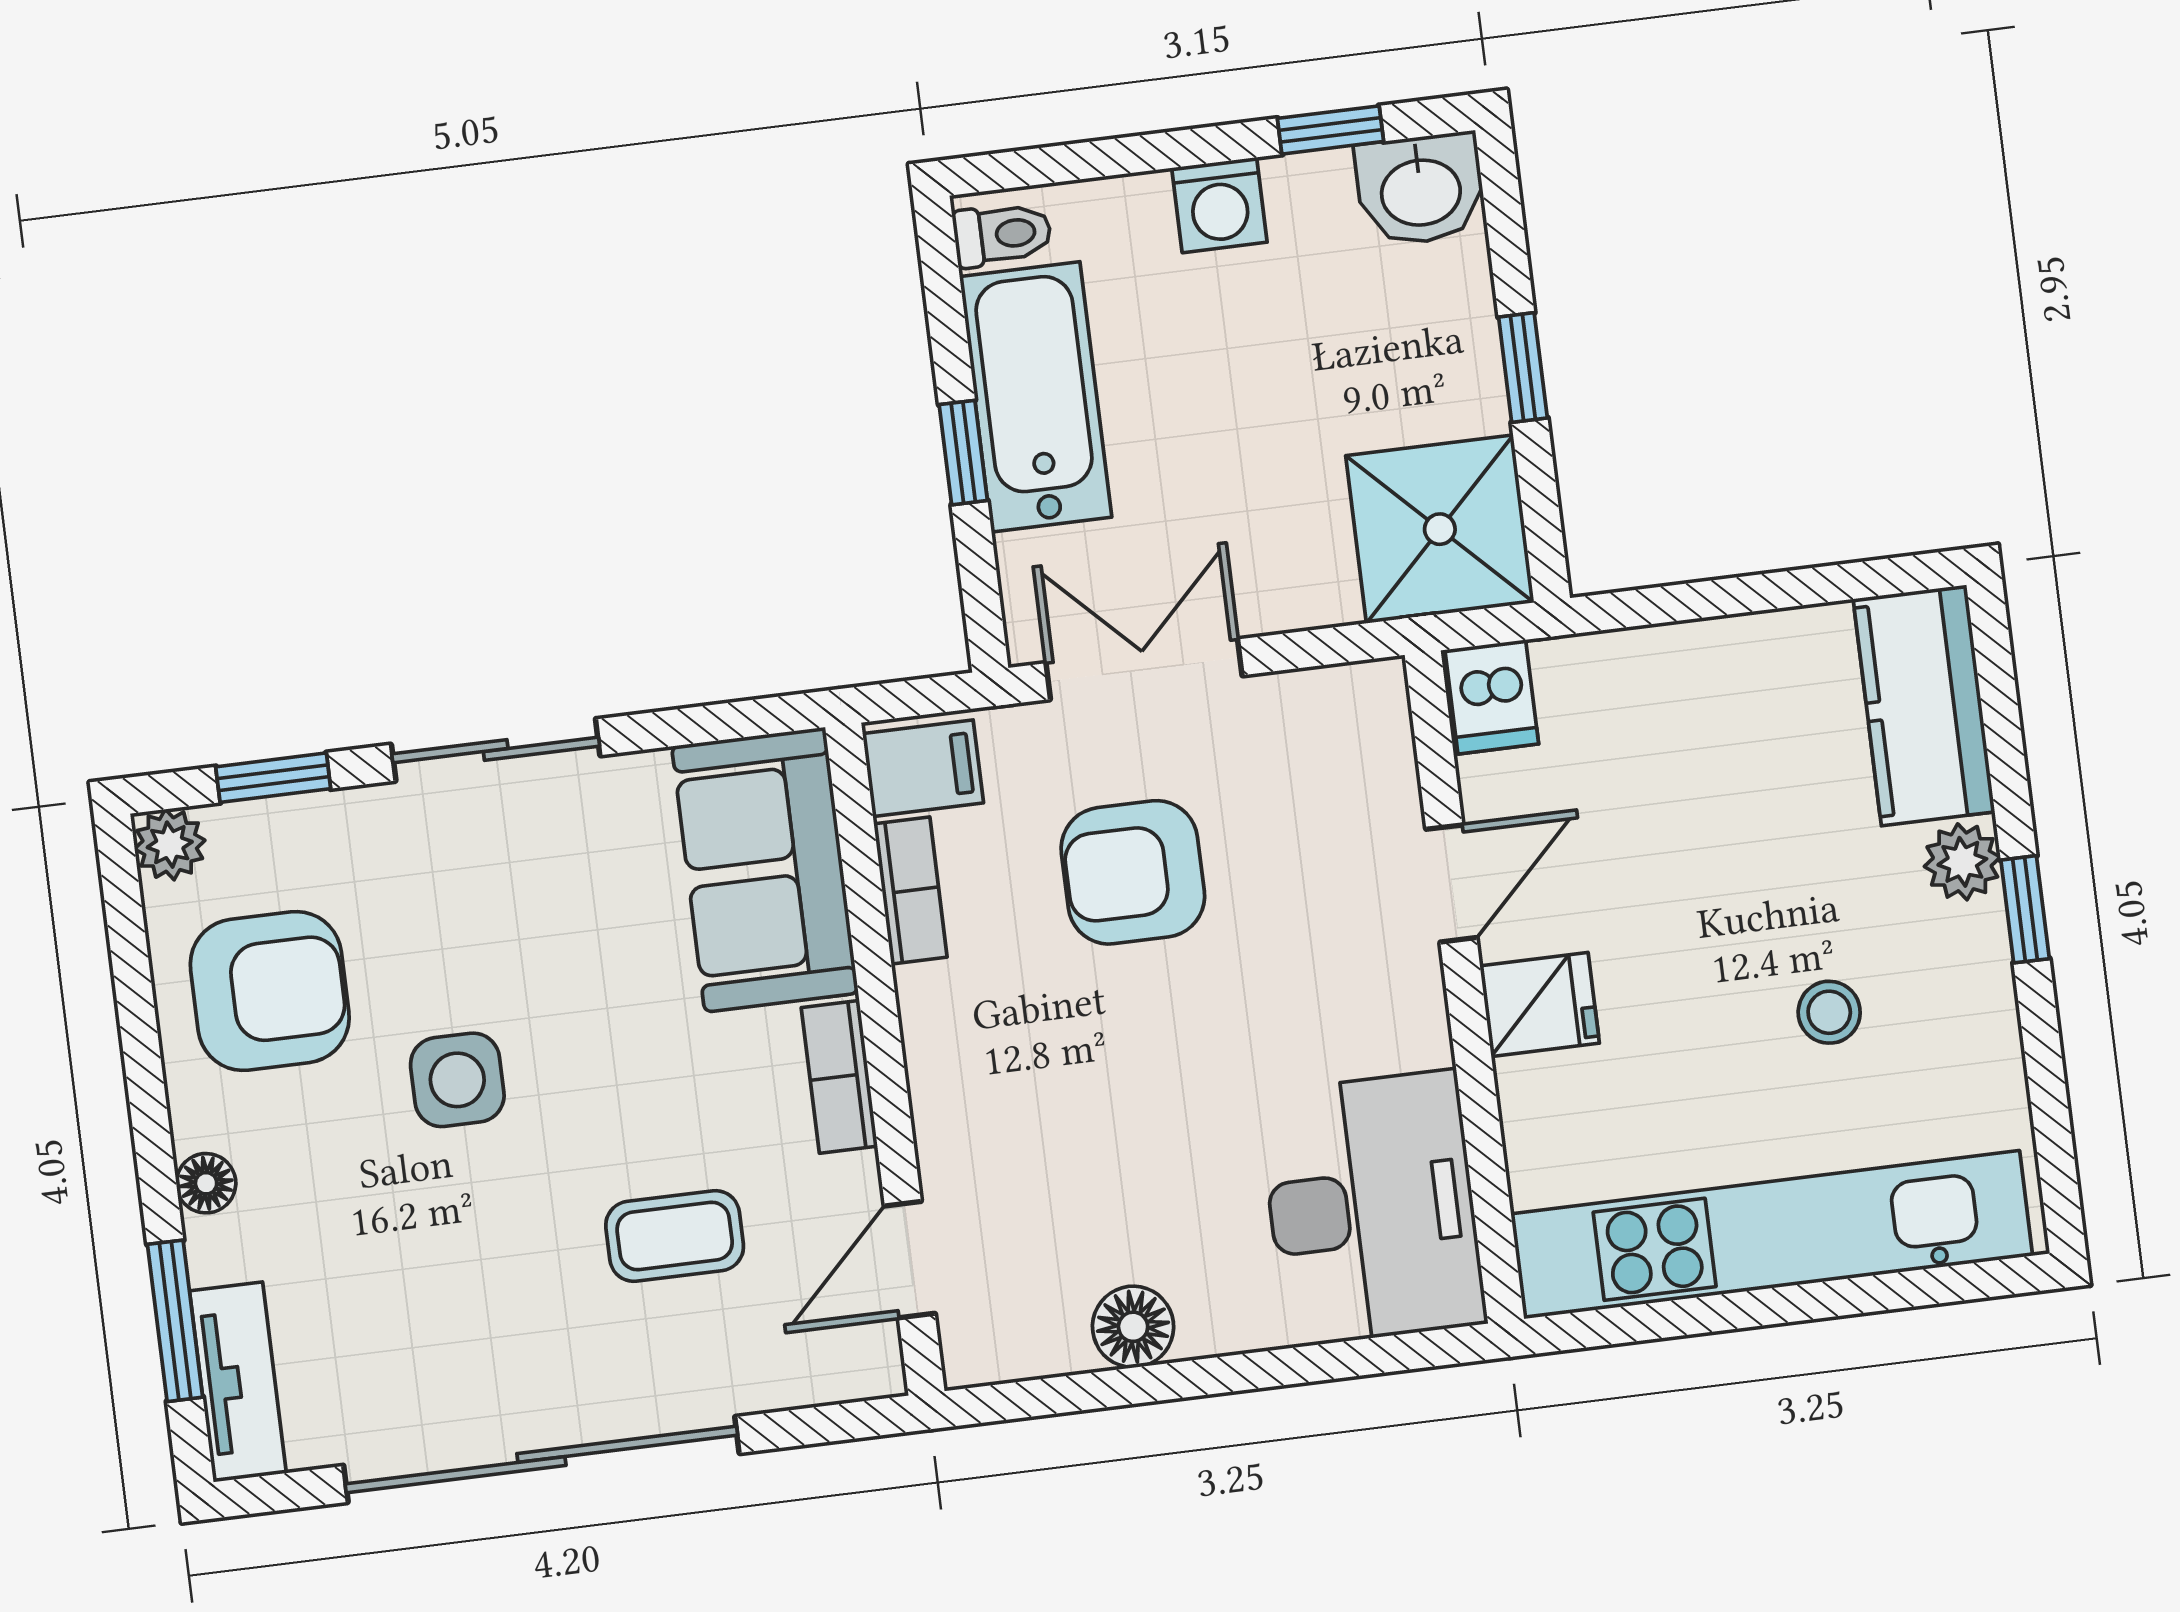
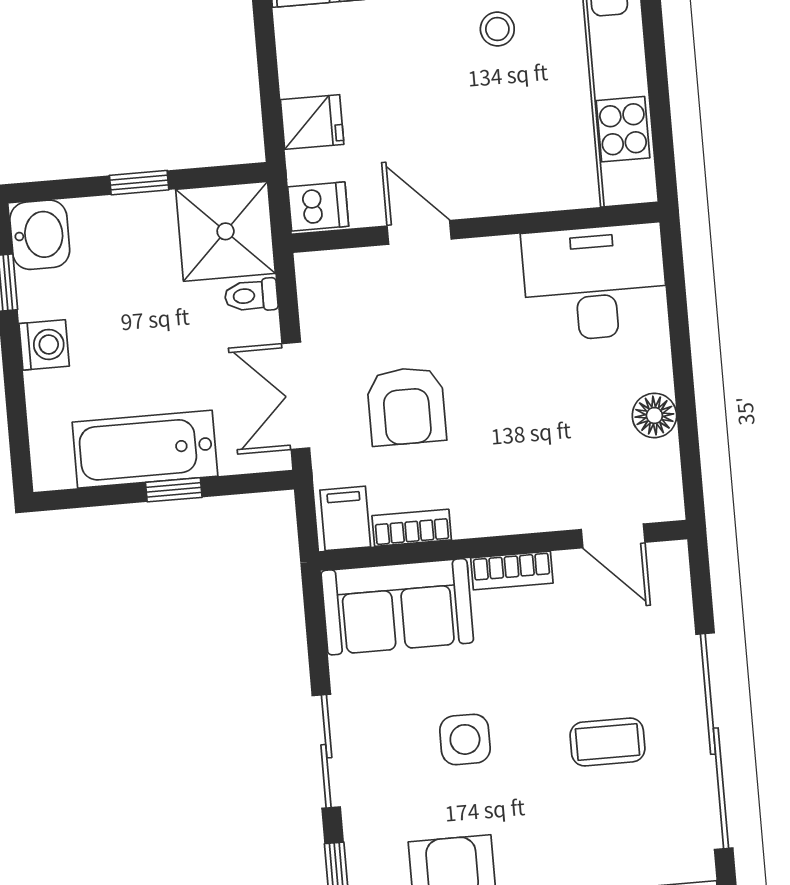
toilet: (1002, 235) -> (251, 295), moved, turned -90
fridge: (1540, 1004) -> (312, 122), moved, turned 90
side table: (457, 1080) -> (465, 739), moved
coffee table: (675, 1236) -> (607, 742), moved, turned 90

